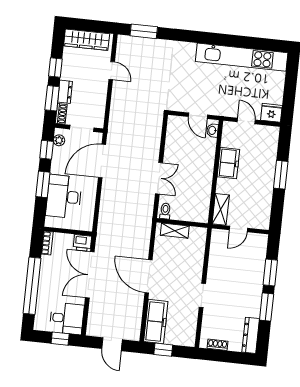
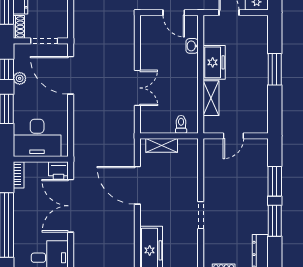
washbasin: (212, 130) -> (192, 46), moved
plant: (59, 140) -> (20, 78), moved
door: (102, 161) -> (71, 75), hinge flipped
desk: (64, 197) -> (37, 138), moved, turned -90
shelving: (221, 209) -> (211, 98), moved
toilet: (165, 211) -> (181, 124), moved
door: (149, 276) -> (137, 185), moved

